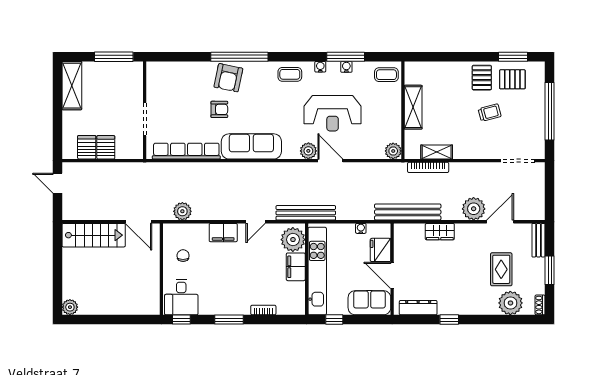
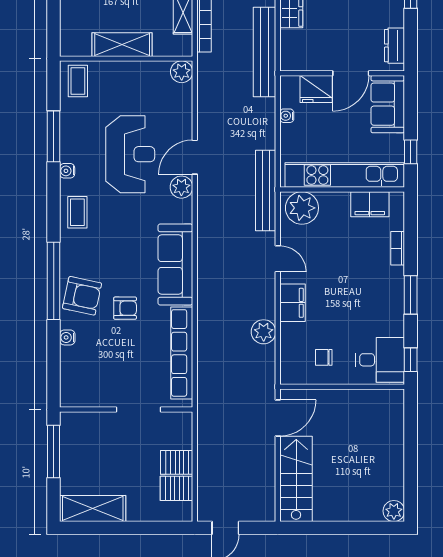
water cooler: (346, 67) -> (67, 337), moved
armchair: (219, 109) -> (125, 308), turned 90
plant: (182, 211) -> (264, 332), moved
filing cabinet: (296, 267) -> (370, 204), moved
dresser: (418, 308) -> (394, 46), width x0.70

